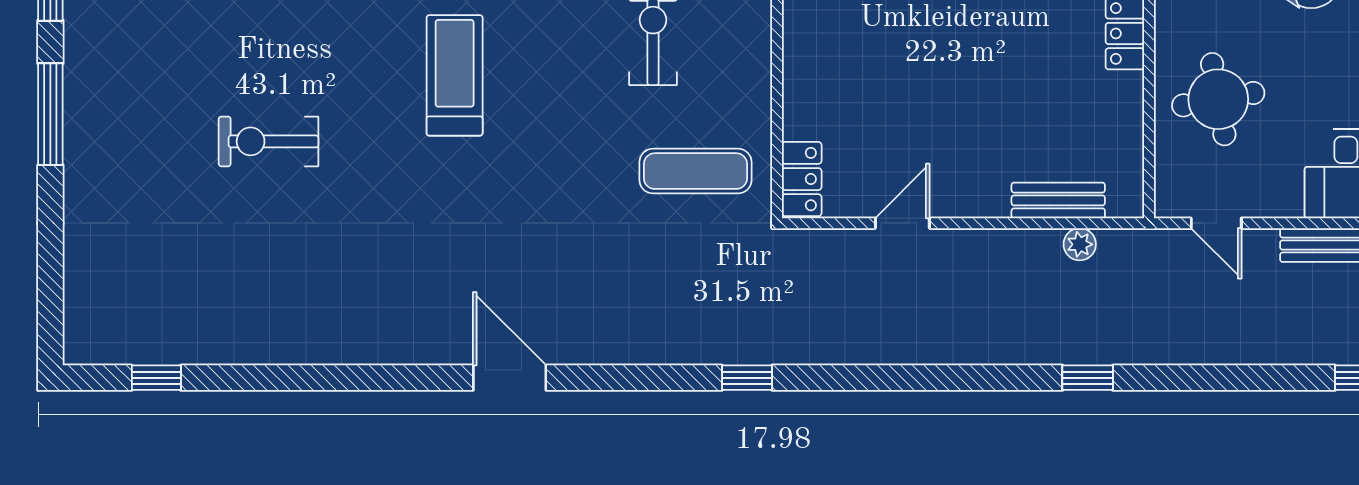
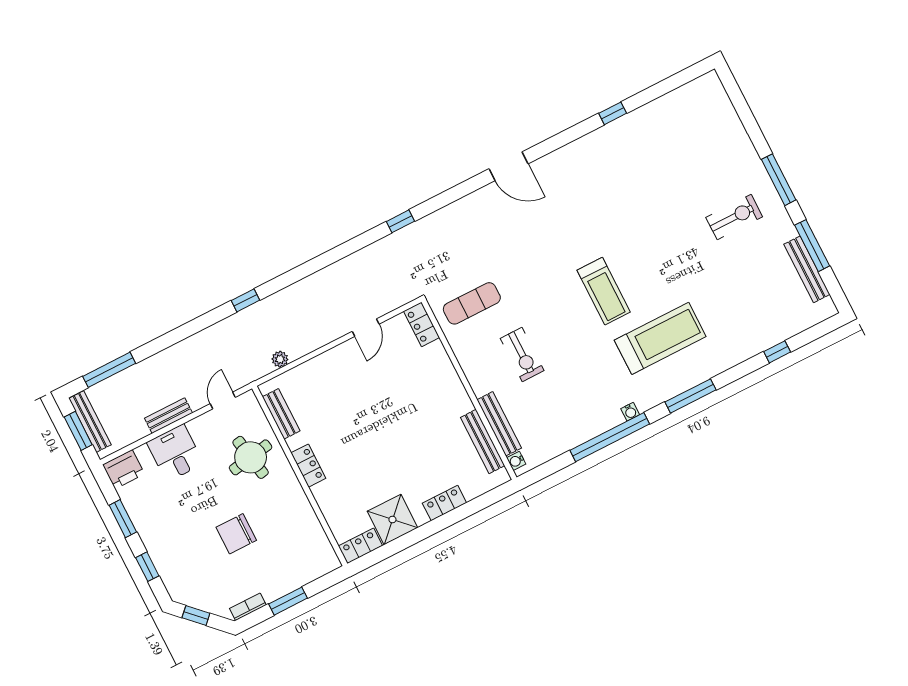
exercise bike: (268, 141) -> (734, 217), moved
bench: (1058, 200) -> (281, 414), moved, turned 90
door: (1216, 223) -> (223, 400), hinge flipped
window: (156, 378) -> (613, 113), moved

